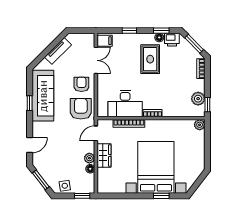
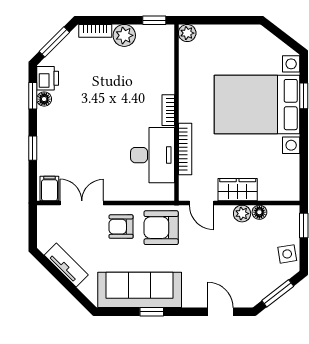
rug: (150, 59) -> (80, 114), removed
plant: (198, 99) -> (124, 35), moved

